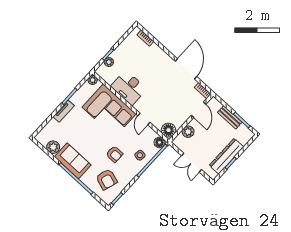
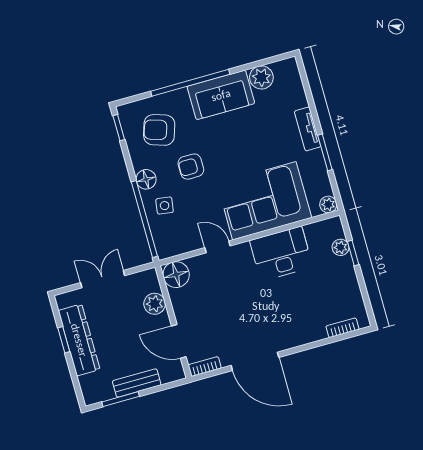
floor lamp: (160, 142) -> (146, 179), moved

